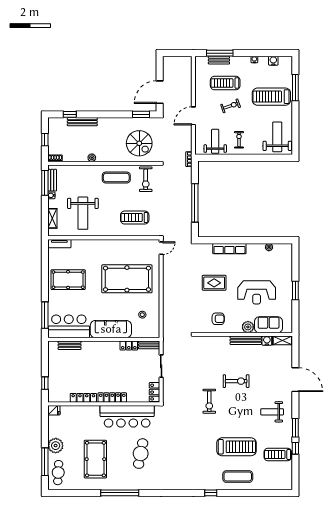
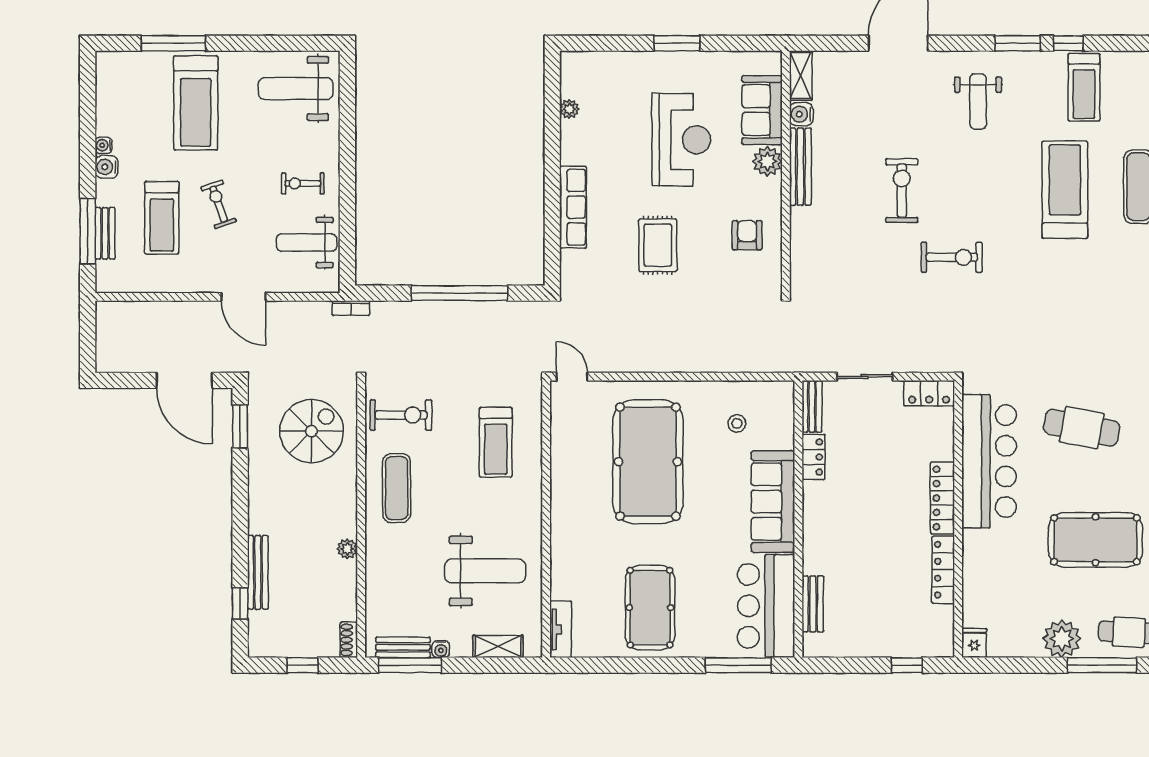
water cooler: (273, 61) -> (107, 167), moved

